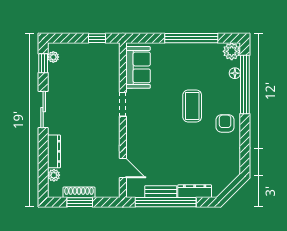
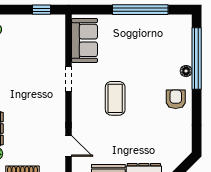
plant: (232, 51) -> (183, 24), removed
floor lamp: (235, 73) -> (186, 71), moved
coffee table: (192, 106) -> (115, 98), moved

